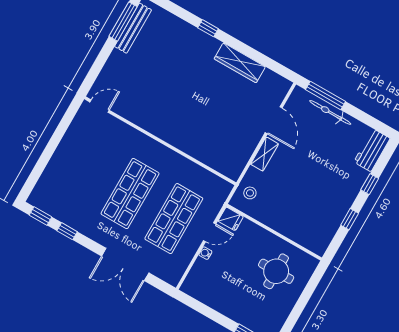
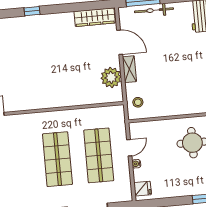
wardrobe: (240, 63) -> (95, 17), moved
plant: (241, 149) -> (111, 77), added
fridge: (231, 219) -> (143, 189), moved

